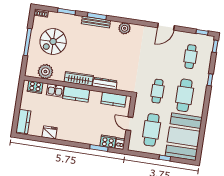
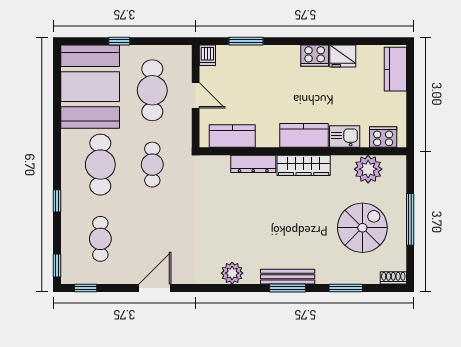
cooker: (108, 142) -> (315, 56), moved

